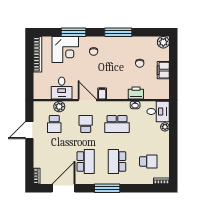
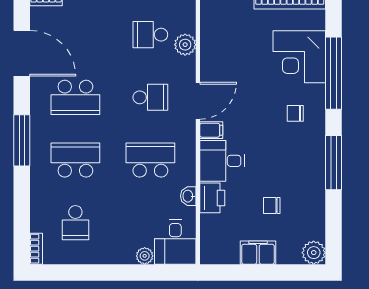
window: (73, 32) -> (334, 73), width x1.46
desk: (62, 88) -> (222, 161), moved
school desk: (117, 124) -> (150, 160), turned 90

